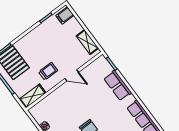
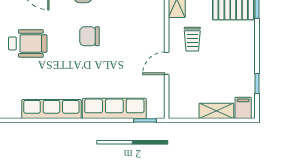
shelving: (87, 42) -> (216, 111), moved
row of seats: (118, 85) -> (114, 108), width x1.48

